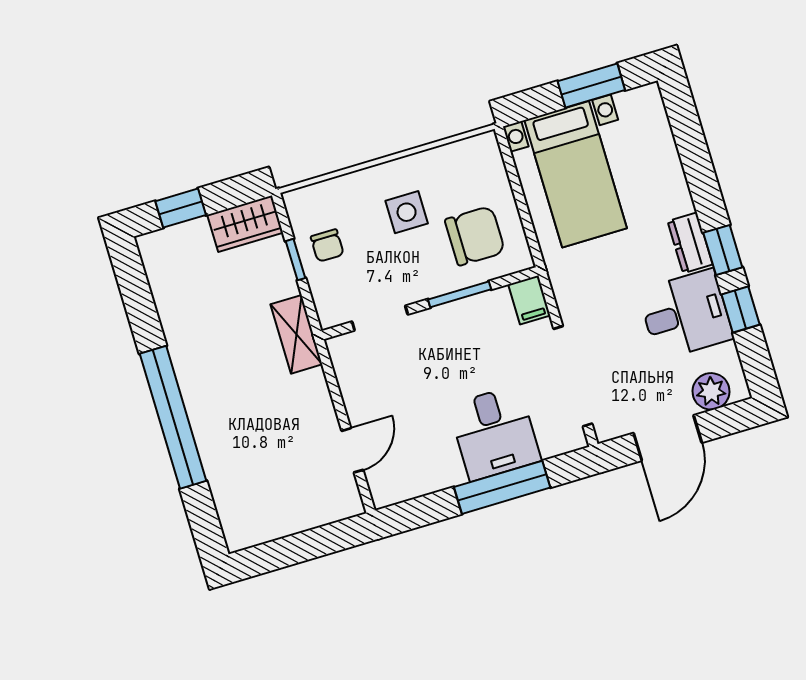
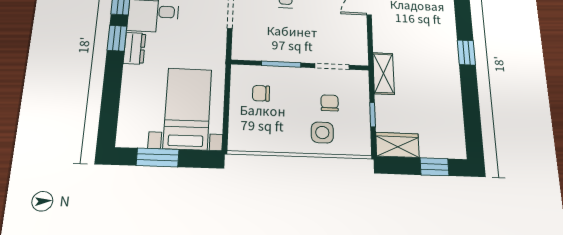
side table: (407, 212) -> (322, 132), moved
chair: (475, 236) -> (261, 93), width x0.54, depth x0.54
chair: (327, 246) -> (330, 103), moved
filing cabinet: (529, 300) -> (241, 48), removed
window: (173, 417) -> (466, 53), width x0.32

